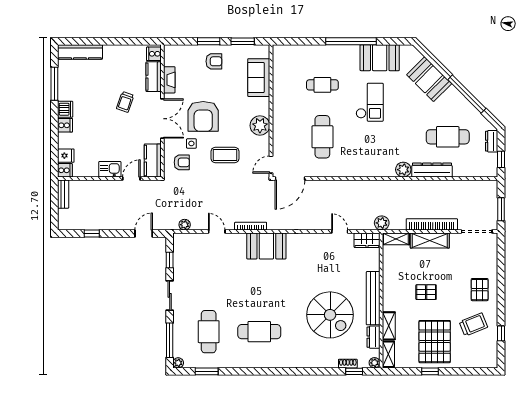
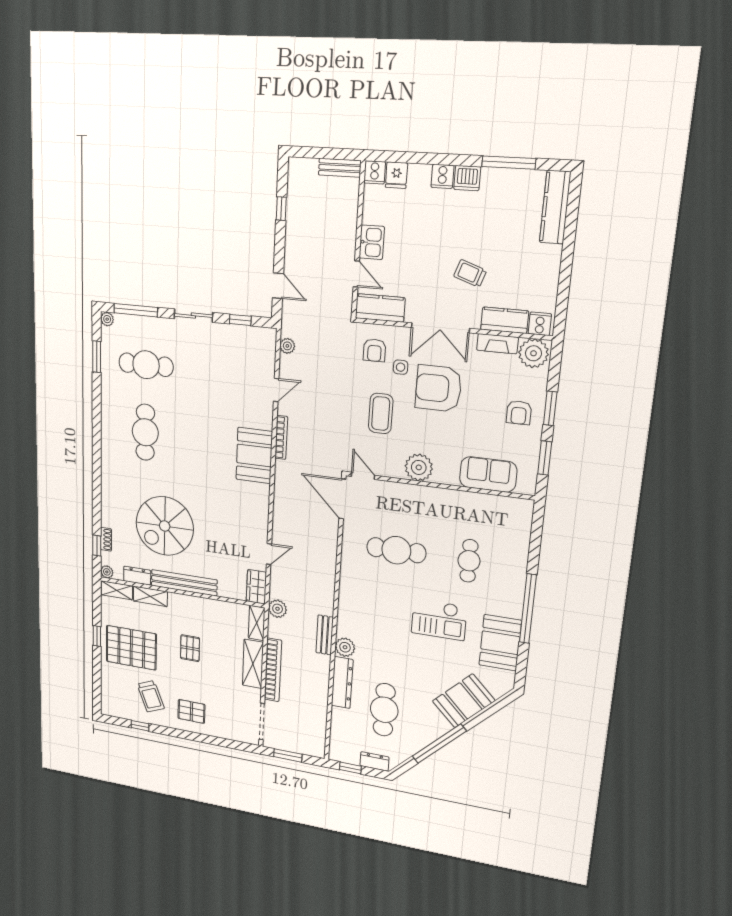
plant: (173, 56) -> (533, 353), added
bench: (396, 186) -> (325, 635), added

